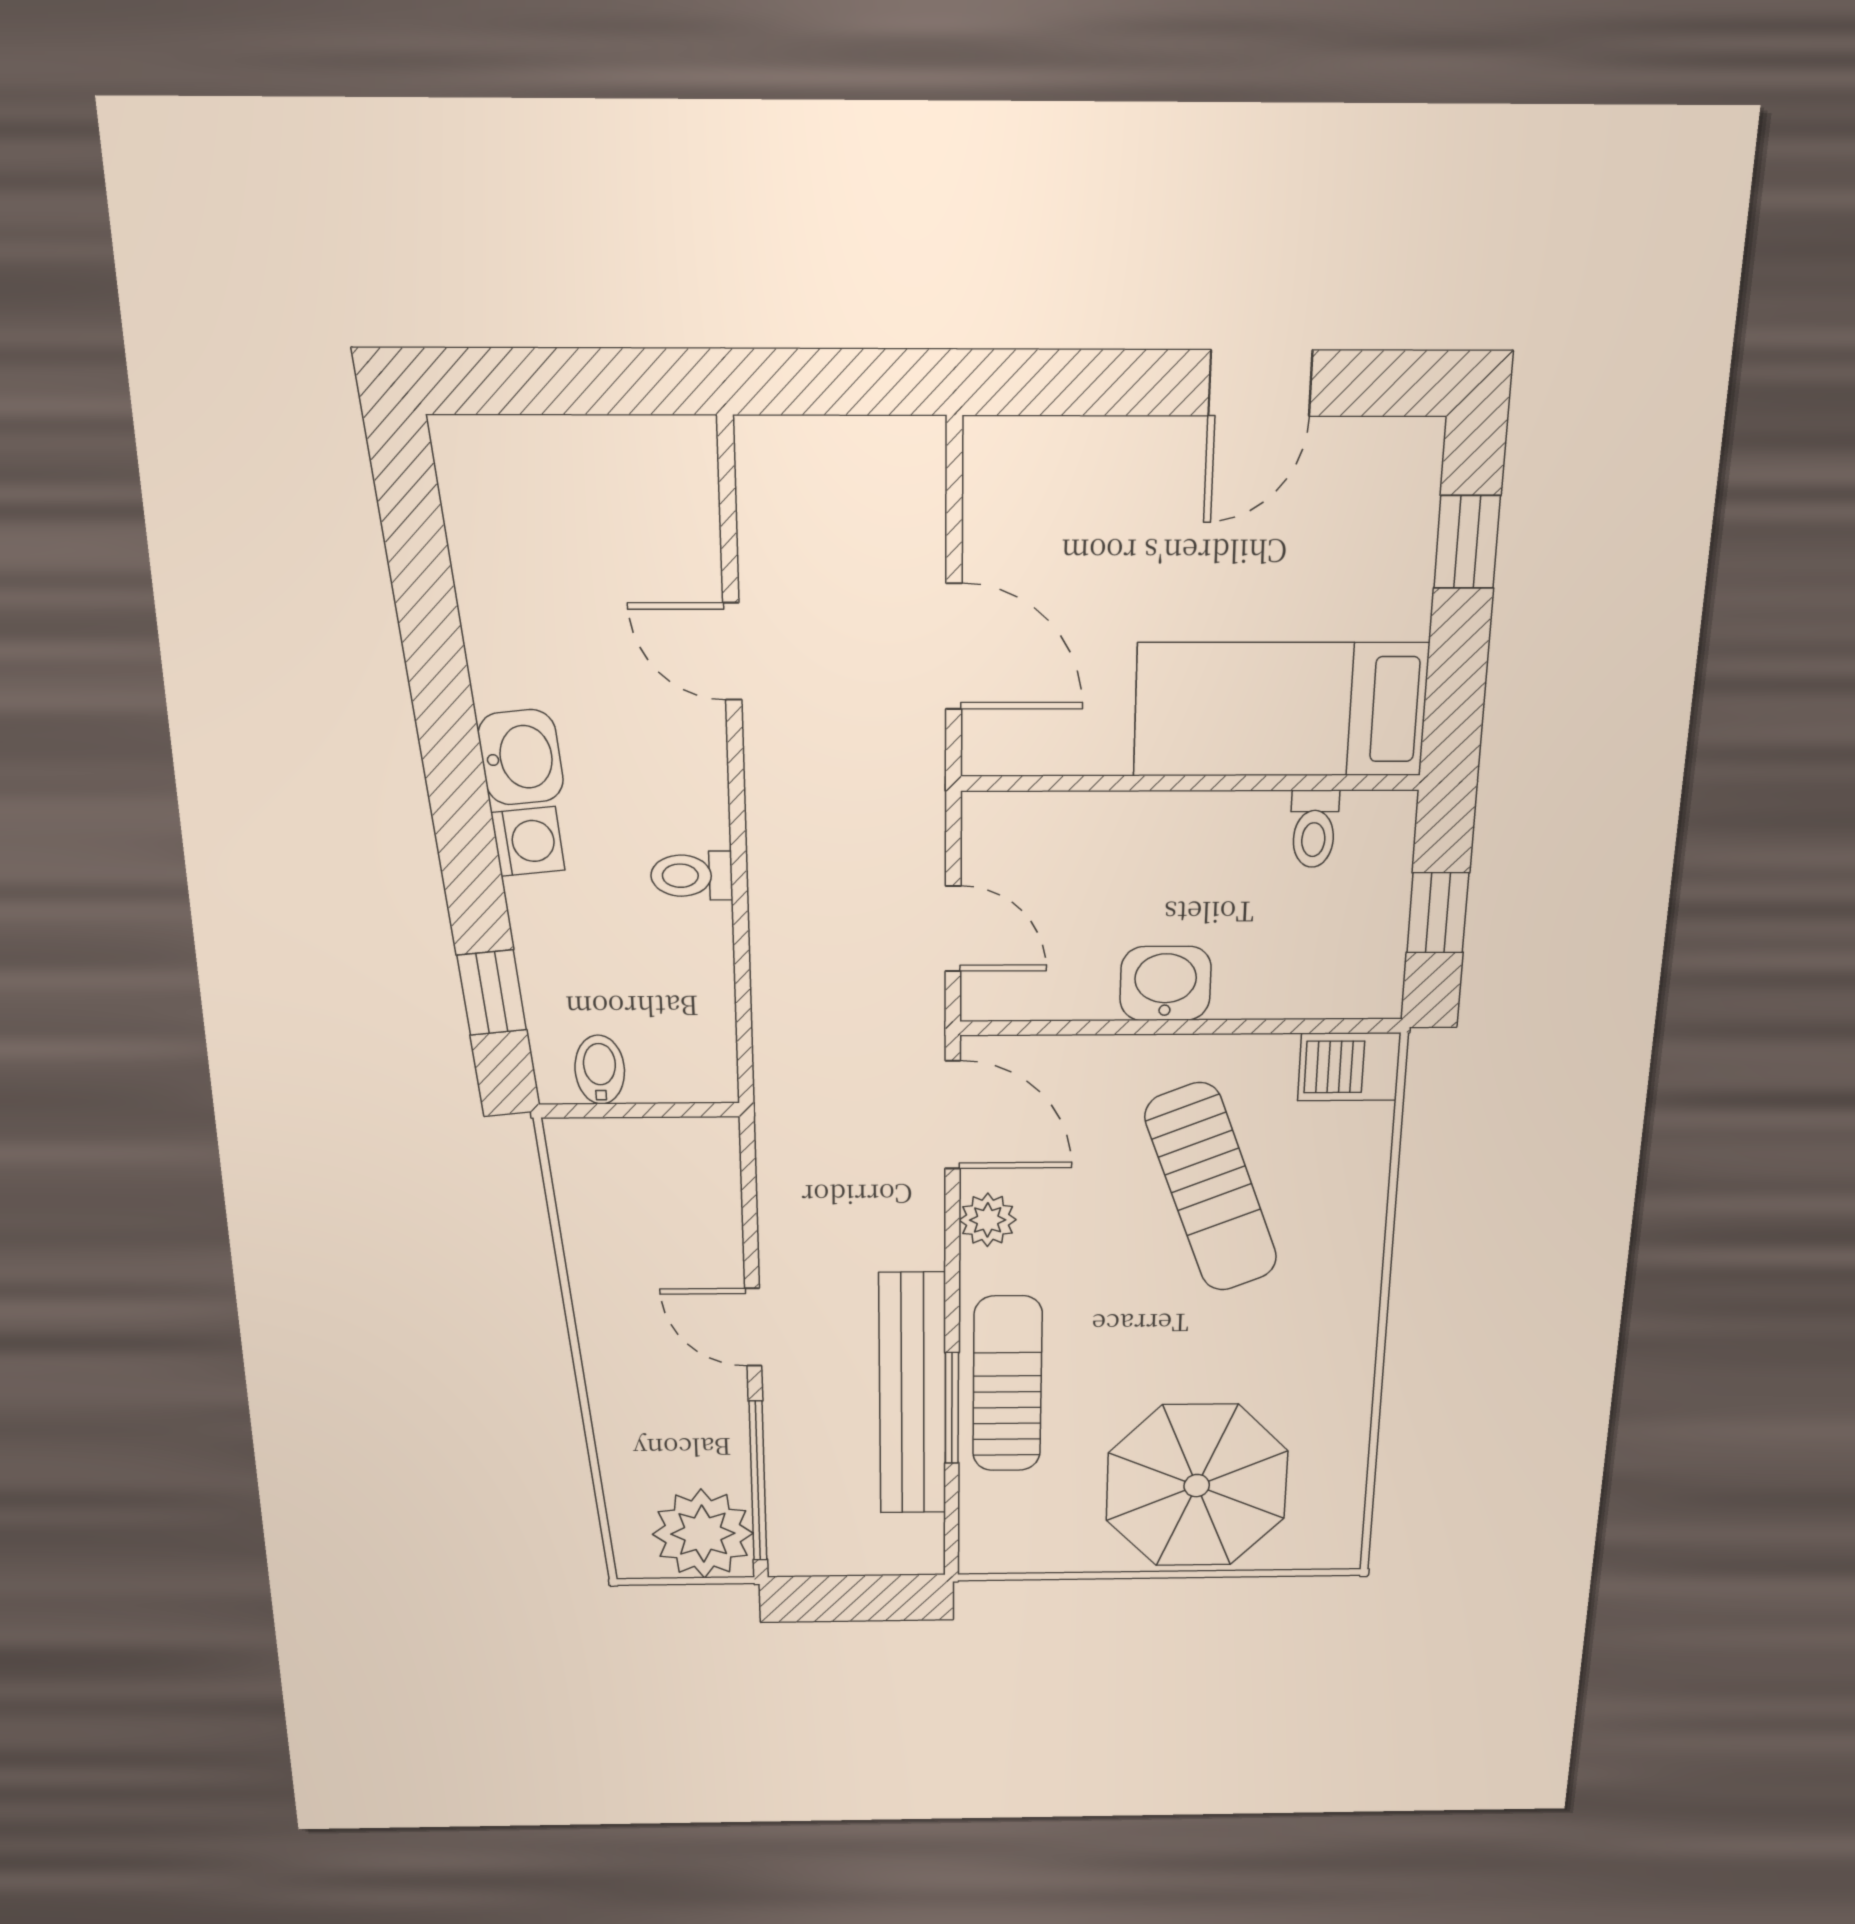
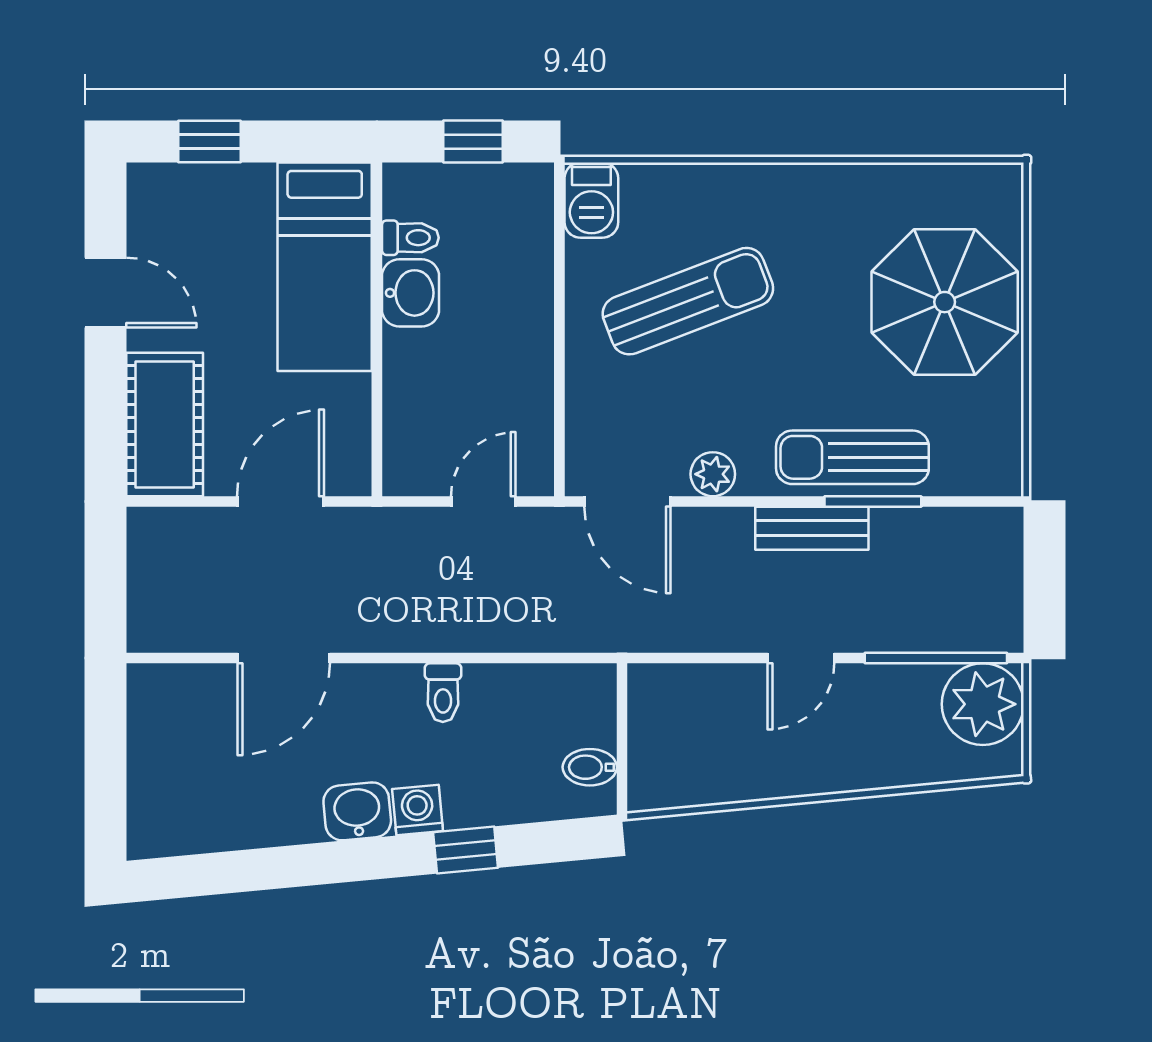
cot: (1066, 474) -> (165, 424), added
door: (732, 652) -> (284, 658), width x1.38
washbasin: (1165, 984) -> (411, 293), moved, turned 180
window: (492, 993) -> (466, 850), moved
door: (953, 1115) -> (627, 502), swing flipped
bench: (913, 1394) -> (812, 528), width x0.54, depth x0.82

